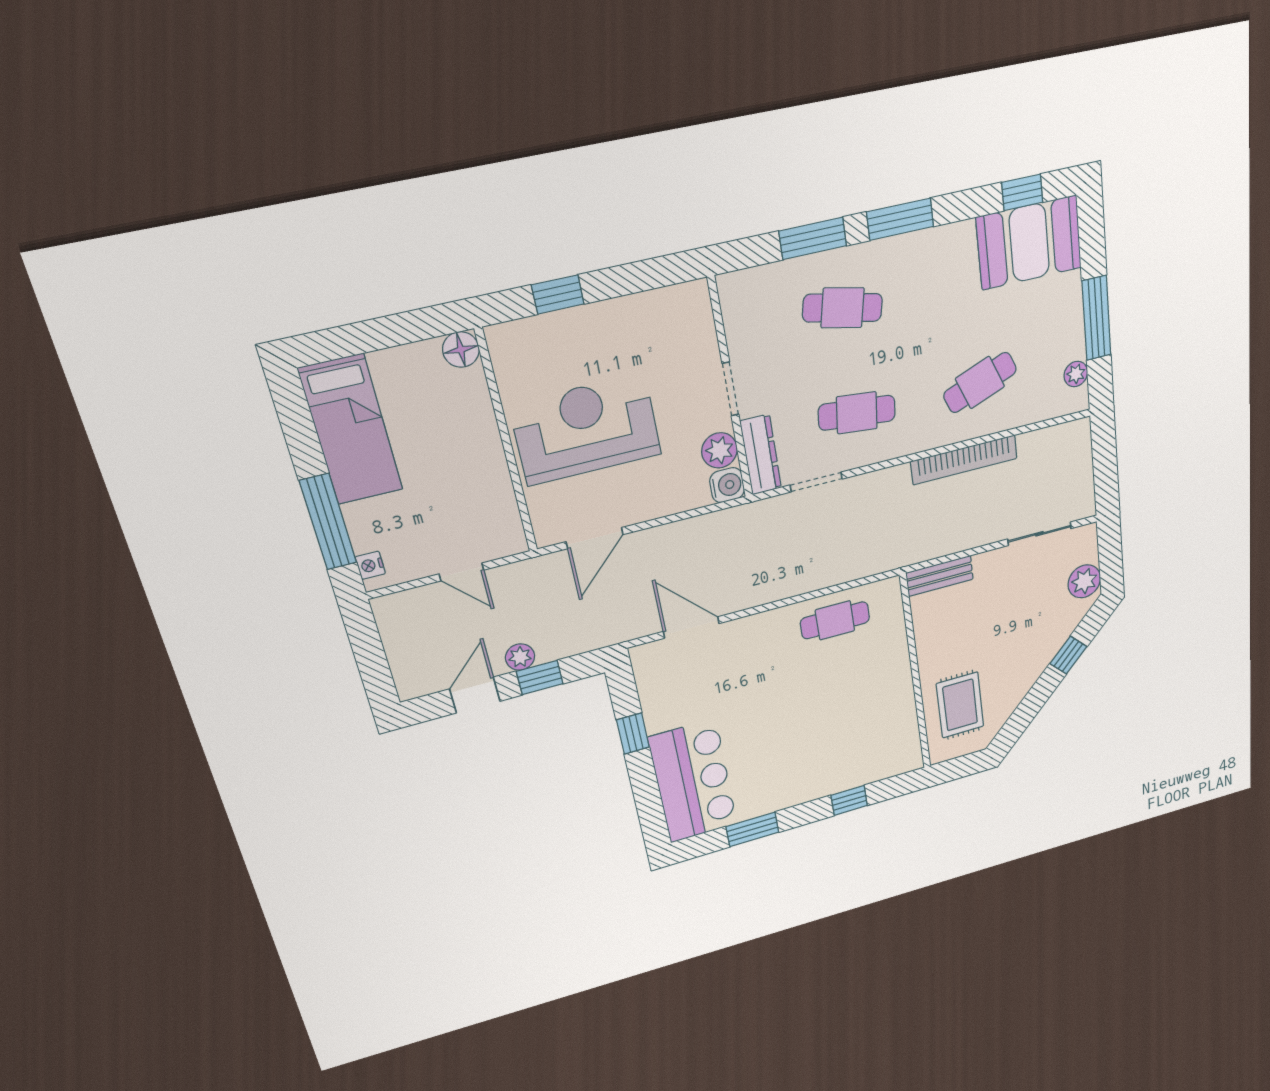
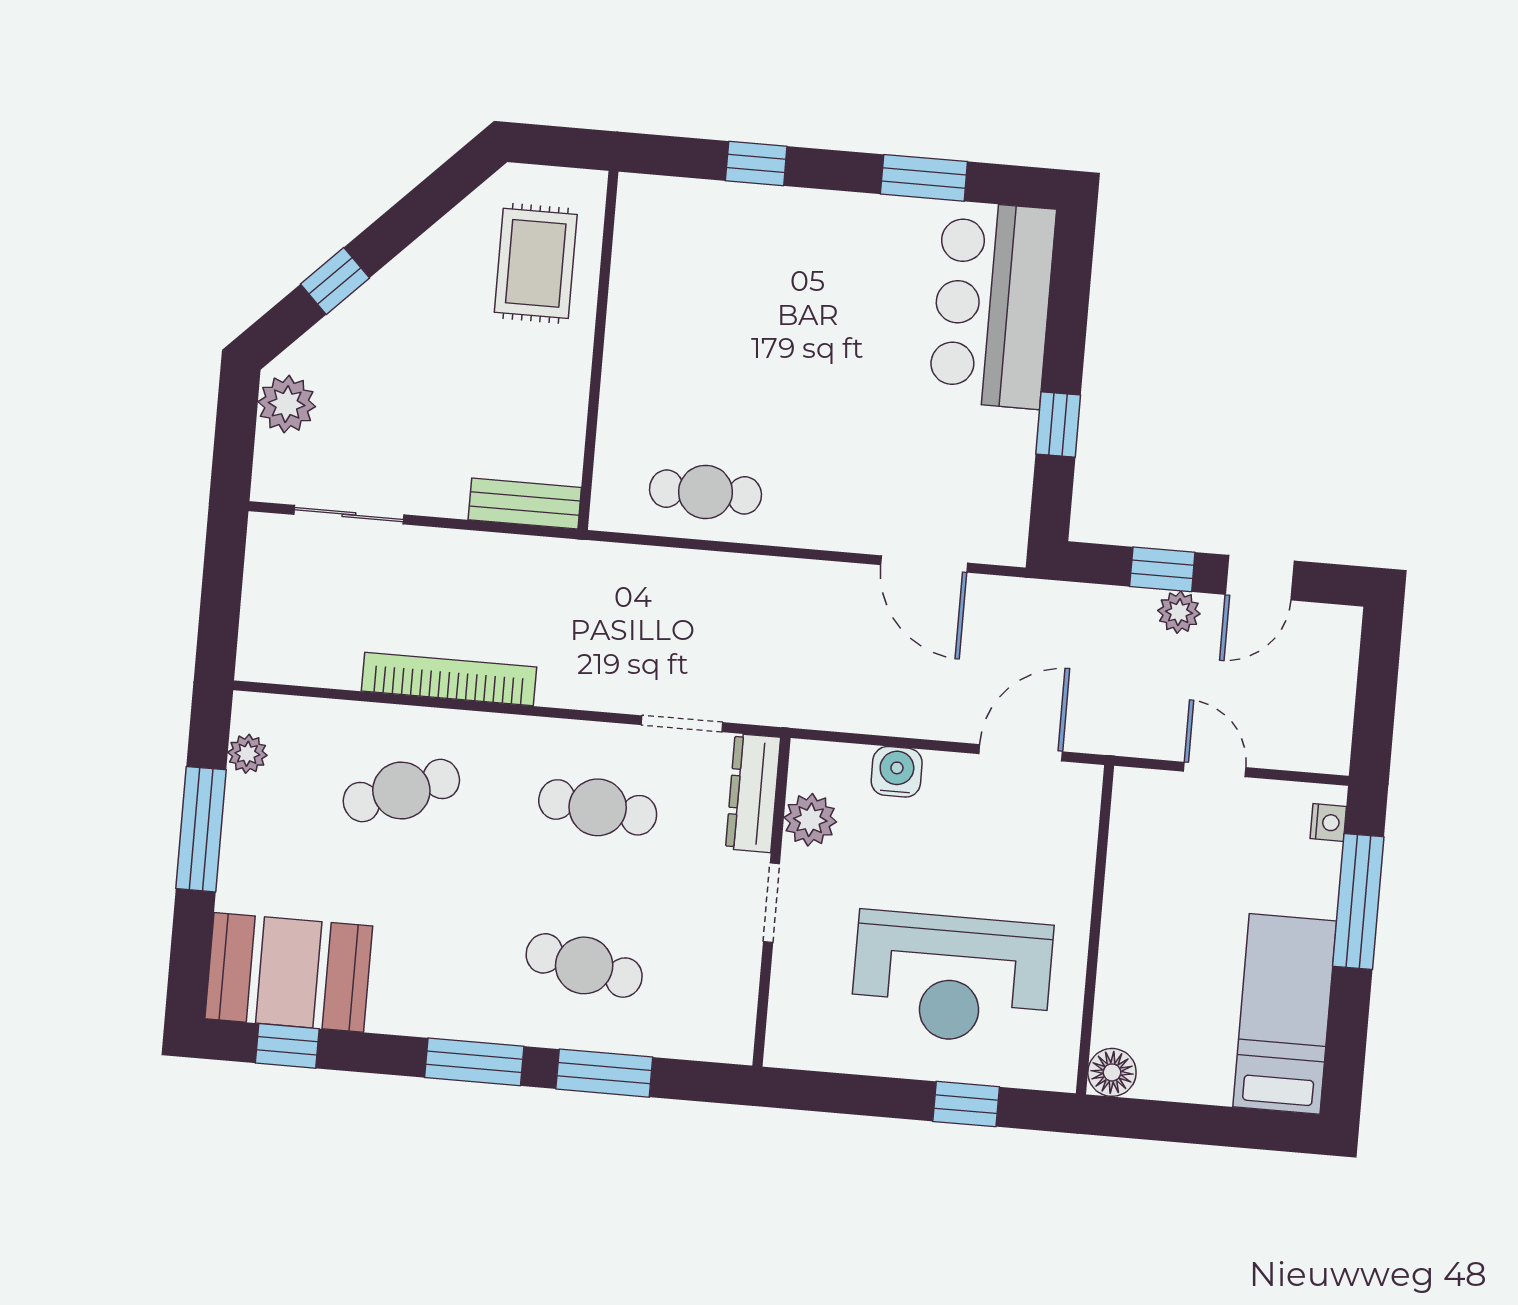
reception desk: (586, 430) -> (952, 978), moved
water cooler: (727, 485) -> (897, 772), moved, turned 90

